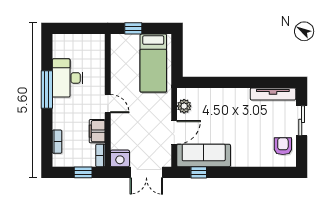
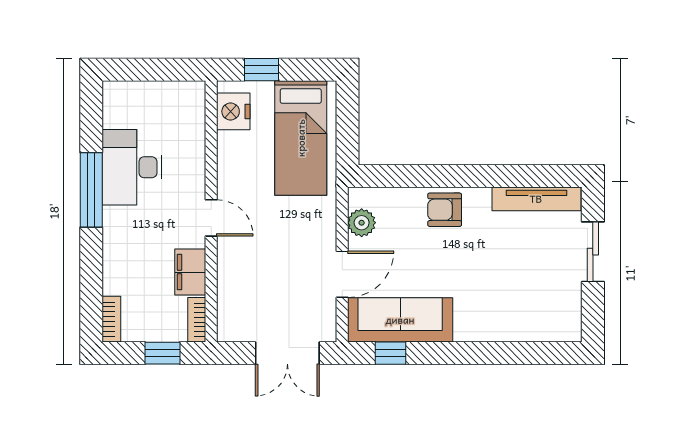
bookcase: (57, 142) -> (111, 319), moved
armchair: (283, 146) -> (445, 210), moved, turned -90
nightstand: (120, 158) -> (233, 111), moved, turned 90

